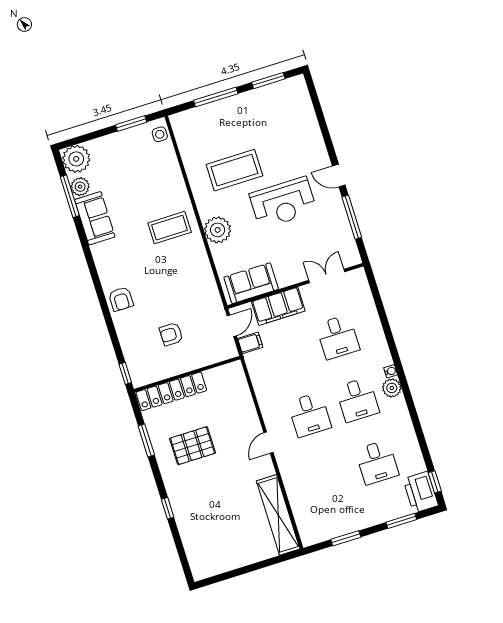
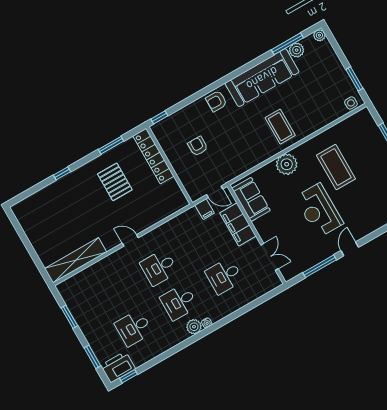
plant: (76, 159) -> (319, 35), width x0.53, depth x0.53
sofa: (95, 218) -> (262, 78), width x1.85, depth x1.27

